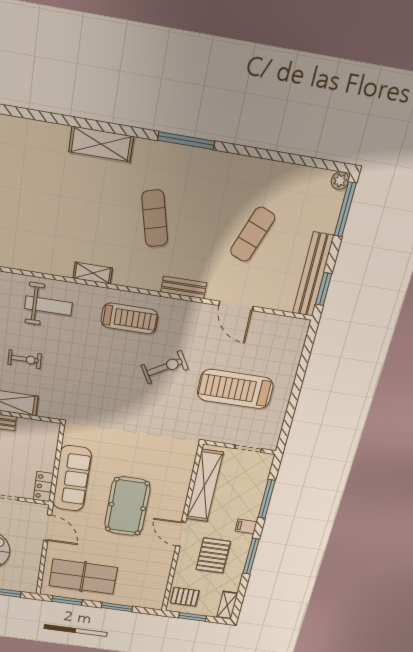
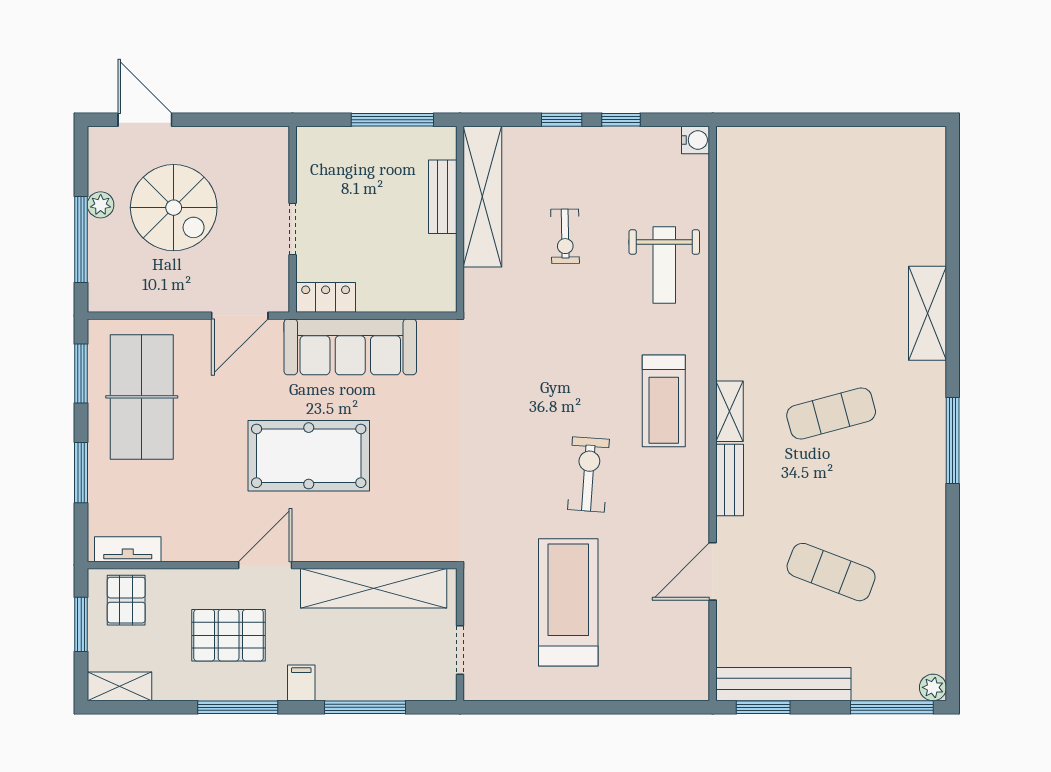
shelving: (93, 273) -> (729, 411), moved
exercise bike: (165, 367) -> (588, 474), turned -145
tv unit: (159, 593) -> (128, 549), added

